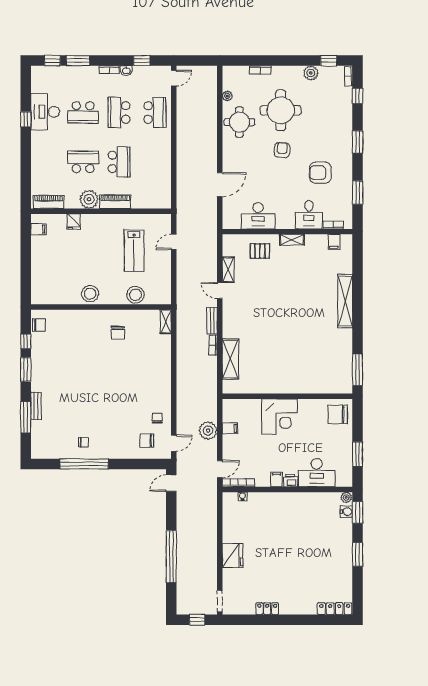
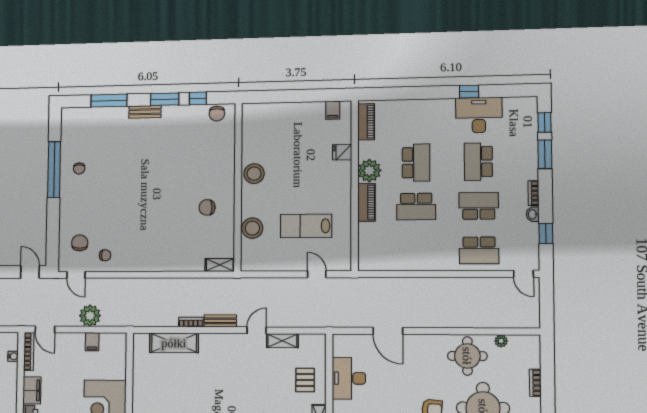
bench: (36, 406) -> (145, 112), moved
filing cabinet: (277, 479) -> (32, 390), width x2.00

